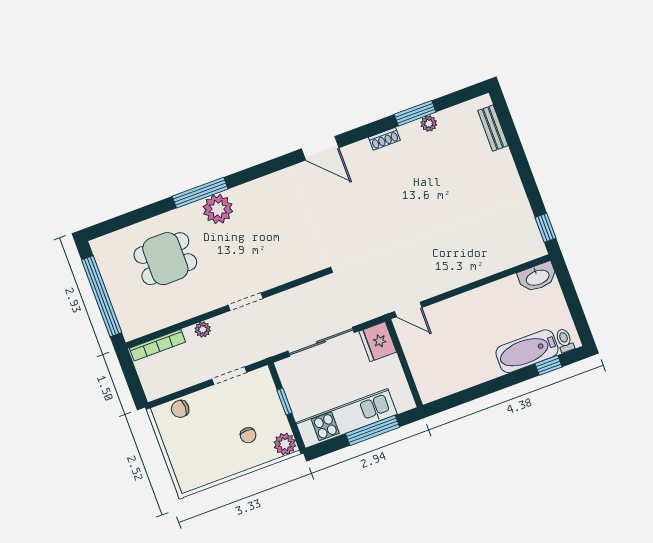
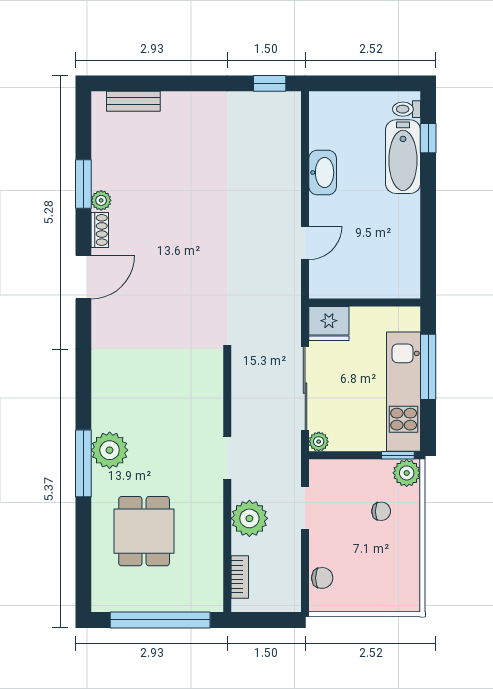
plant: (429, 124) -> (101, 200), moved
door: (320, 148) -> (83, 277), moved
washbasin: (537, 277) -> (323, 173), moved
door: (408, 310) -> (305, 243), moved
plant: (203, 329) -> (249, 518), width x1.88, depth x1.88
bookcase: (157, 345) -> (240, 577), width x0.64
plant: (284, 367) -> (319, 442), added
window: (284, 401) -> (398, 455), moved
chair: (180, 409) -> (322, 578), turned -90

